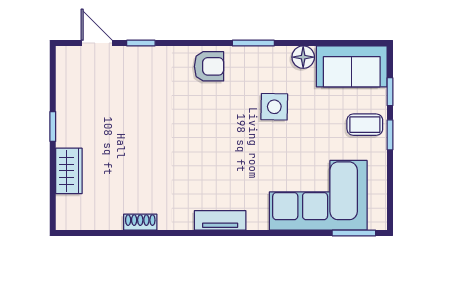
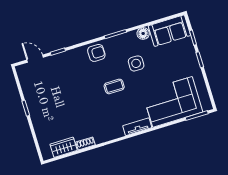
coffee table: (365, 125) -> (114, 86), moved
wardrobe: (69, 171) -> (64, 147), moved, turned -90
tv unit: (220, 220) -> (137, 127), moved

